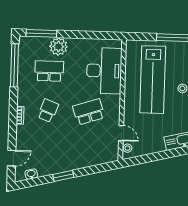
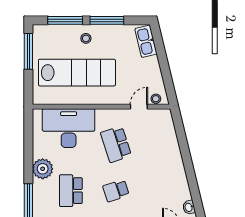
plant: (58, 47) -> (43, 169), moved
school desk: (48, 111) -> (116, 191), turned -39
window: (63, 176) -> (190, 171), removed

